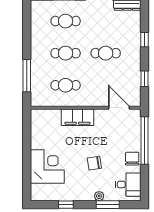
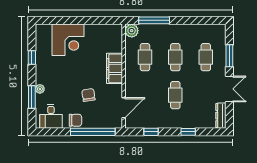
plant: (38, 99) -> (132, 31), added
chair: (94, 163) -> (88, 95), moved

